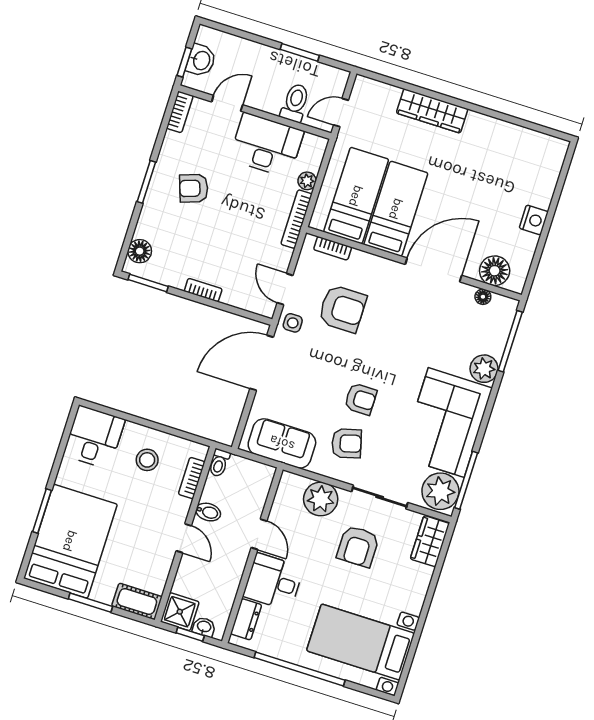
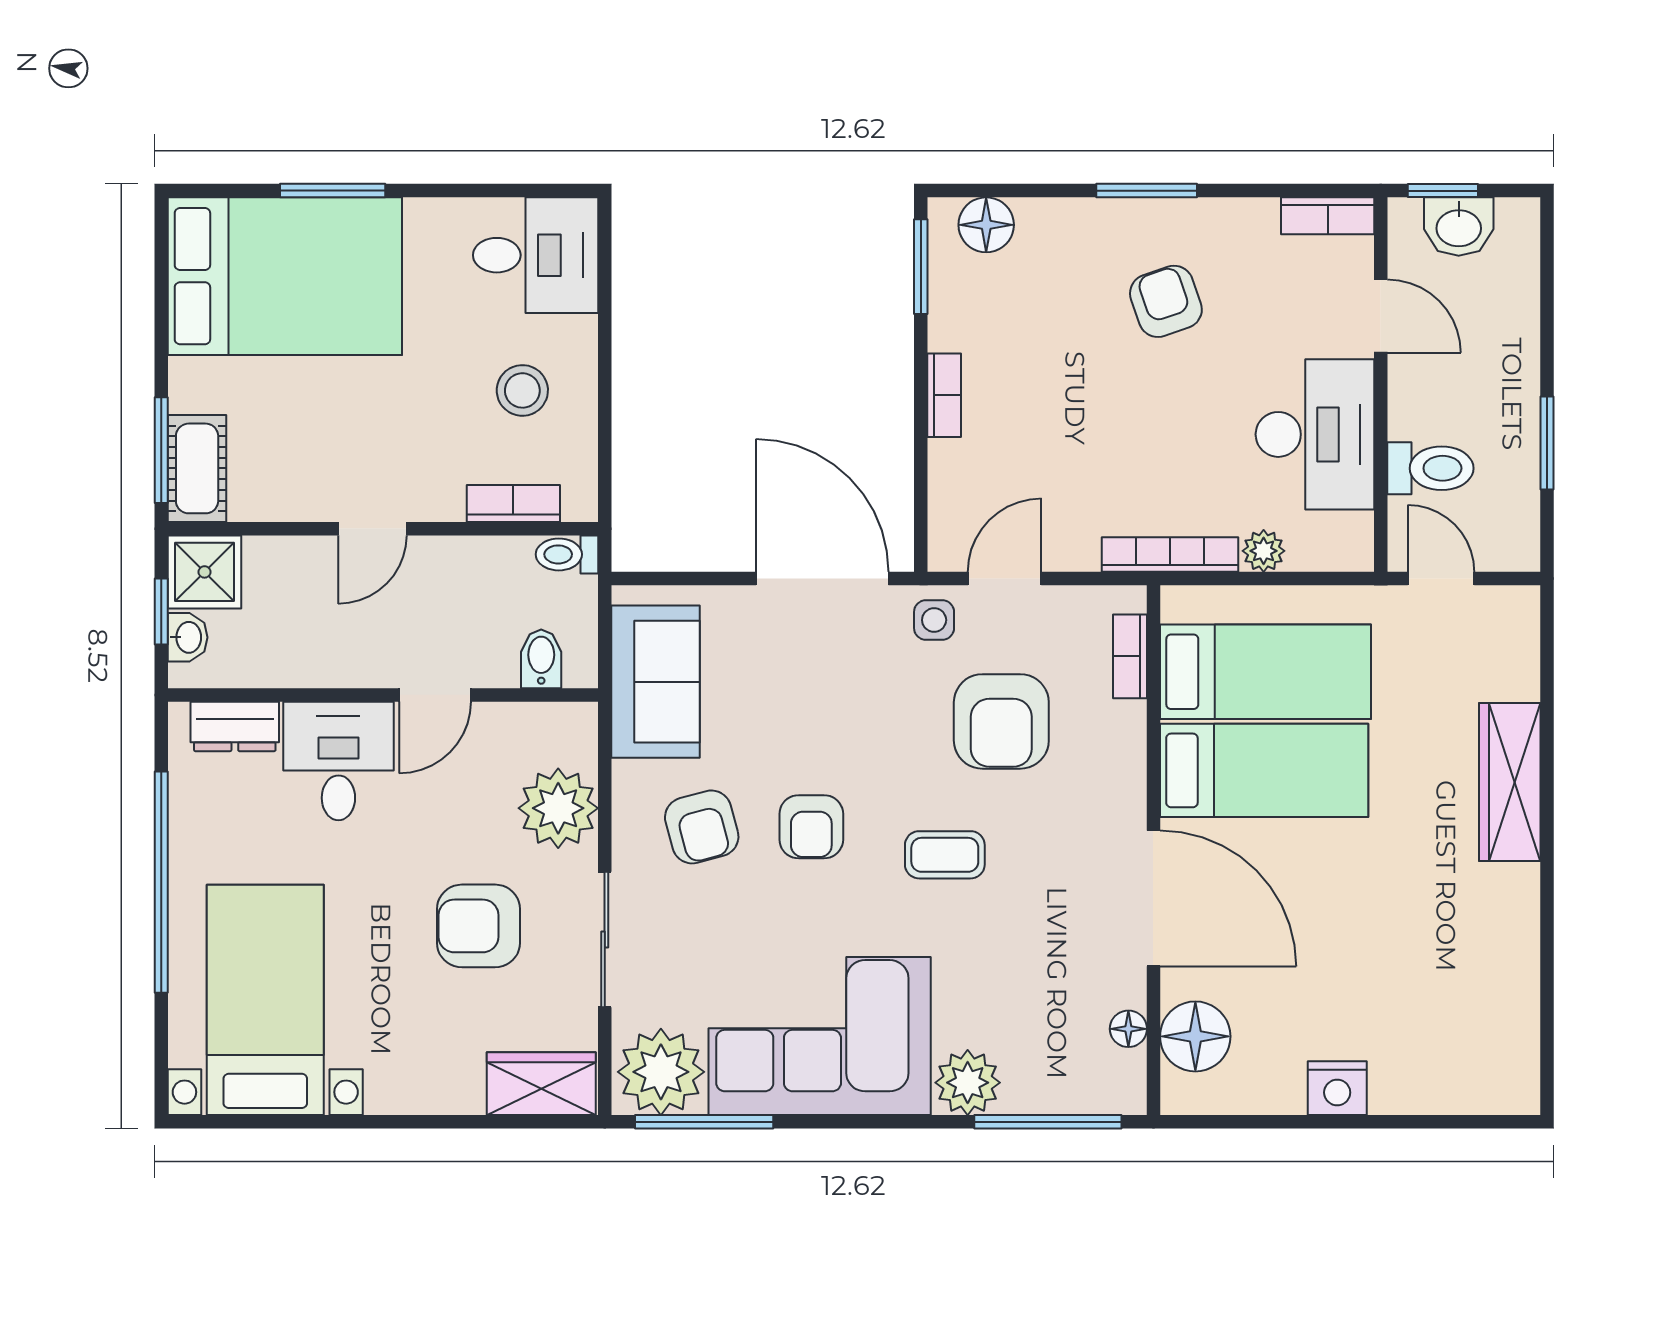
coffee table: (389, 349) -> (945, 855), added
bidet: (208, 512) -> (541, 659), moved, turned 180
window: (90, 603) -> (161, 450), moved

